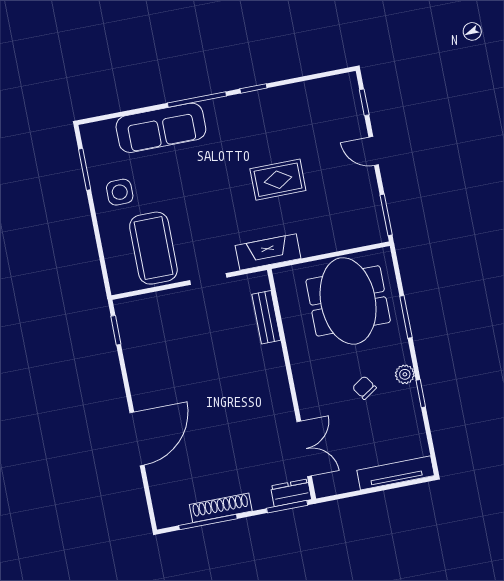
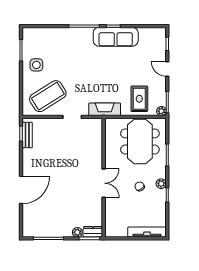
sofa: (161, 128) -> (116, 37), moved
rug: (278, 180) -> (139, 99), moved, turned 90
plant: (378, 234) -> (161, 111), added
coffee table: (153, 248) -> (48, 96), turned 58
bench: (266, 317) -> (27, 135), moved
double door: (304, 449) -> (104, 183), moved
plant: (261, 500) -> (77, 232), added
shoe rack: (221, 508) -> (56, 232), removed

